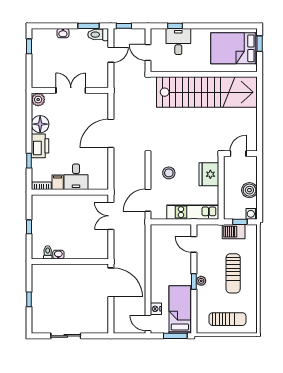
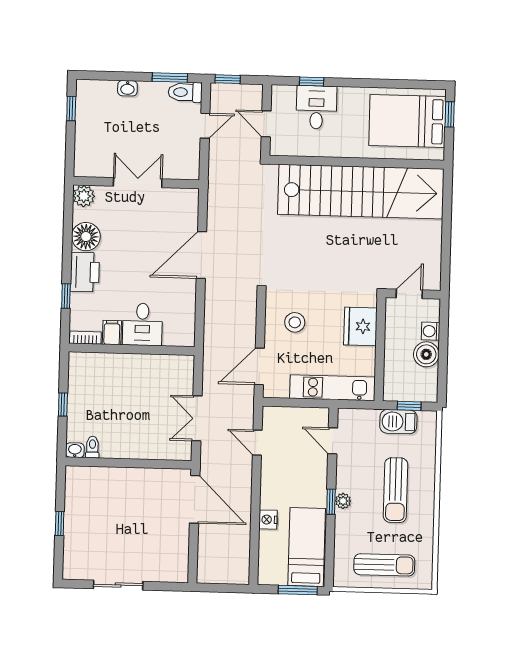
washing machine: (252, 214) -> (431, 331), moved
double door: (111, 216) -> (197, 418), moved
washbasin: (58, 255) -> (75, 450), moved
nightstand: (156, 309) -> (268, 520), moved
door: (148, 323) -> (257, 443), moved

